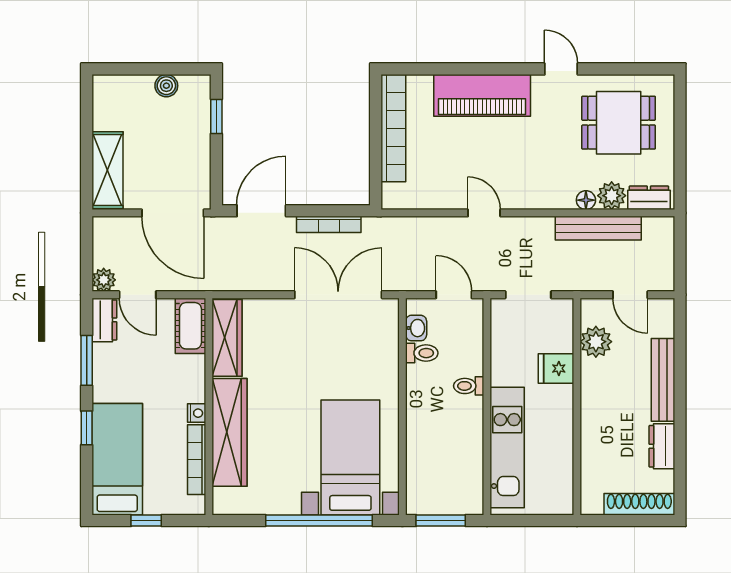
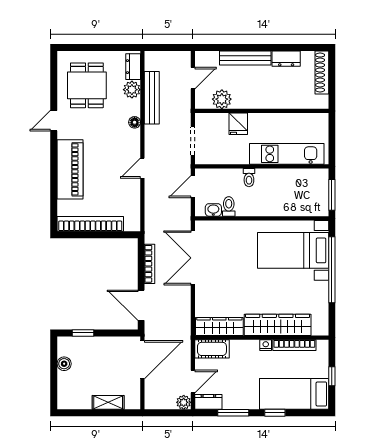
shelving: (107, 170) -> (108, 402), width x0.67, depth x0.75
floor lamp: (586, 200) -> (135, 122), moved

